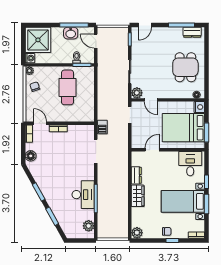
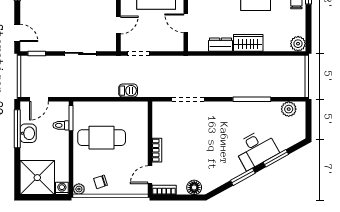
plant: (137, 93) -> (109, 44), removed
barbecue: (102, 127) -> (128, 91), moved
desk: (83, 195) -> (256, 149), moved, turned 151

